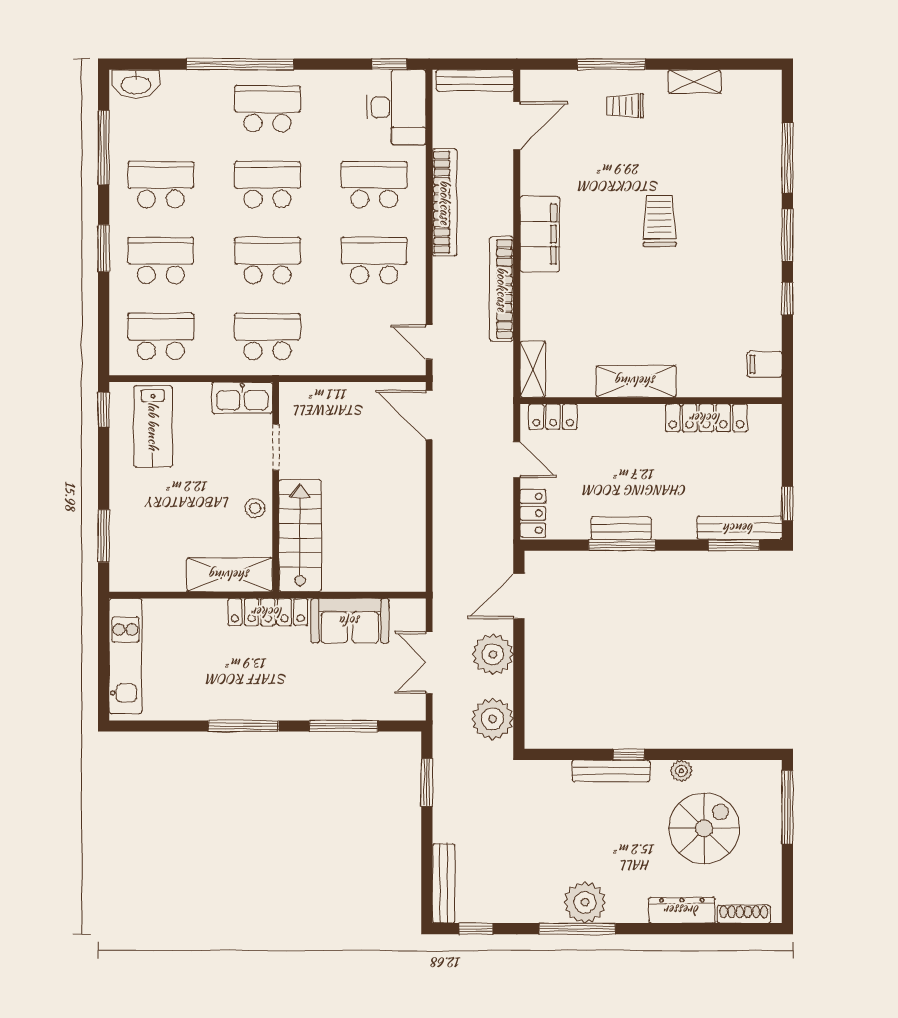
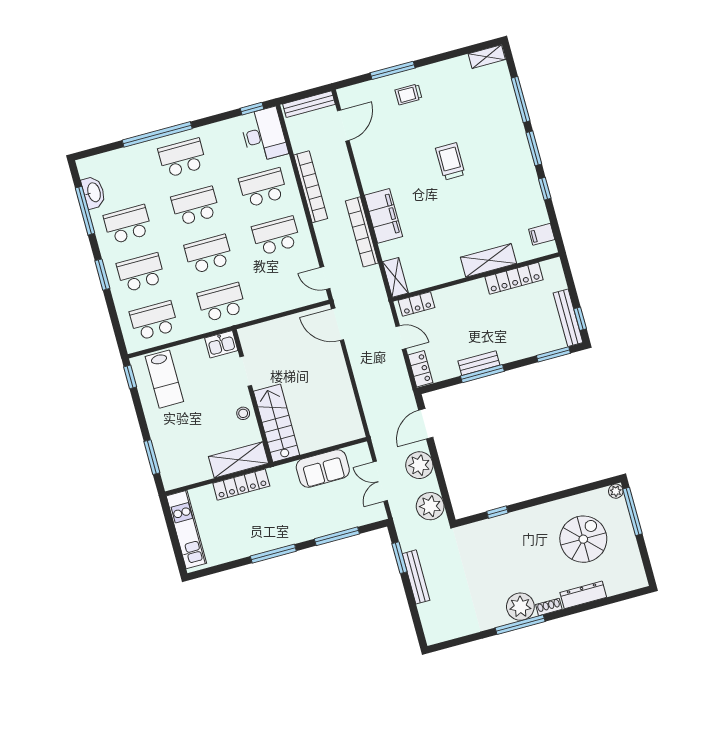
shelving: (695, 81) -> (487, 57), moved
washbasin: (136, 84) -> (94, 192), moved, turned -90
filing cabinet: (540, 234) -> (383, 216), moved
shelving: (636, 381) -> (489, 260), moved
kitchen sink: (242, 398) -> (221, 344), width x0.73
bench: (739, 528) -> (568, 318), moved, turned 90
locker: (268, 612) -> (241, 485), moved
window: (629, 754) -> (497, 512), moved
bench: (611, 771) -> (514, 519), removed
plant: (681, 771) -> (616, 491), moved
bench: (444, 883) -> (416, 577), moved
shoe rack: (744, 914) -> (549, 607), moved, width x0.70
window: (476, 929) -> (456, 642), removed

